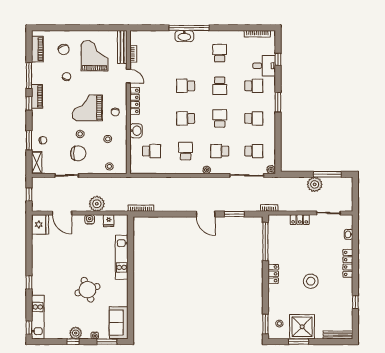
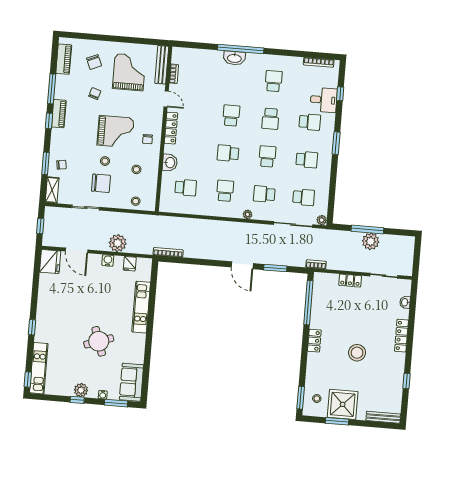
school desk: (186, 86) -> (231, 116), turned 90
grand piano: (87, 108) -> (116, 132), turned 180
window: (327, 174) -> (367, 229), moved

